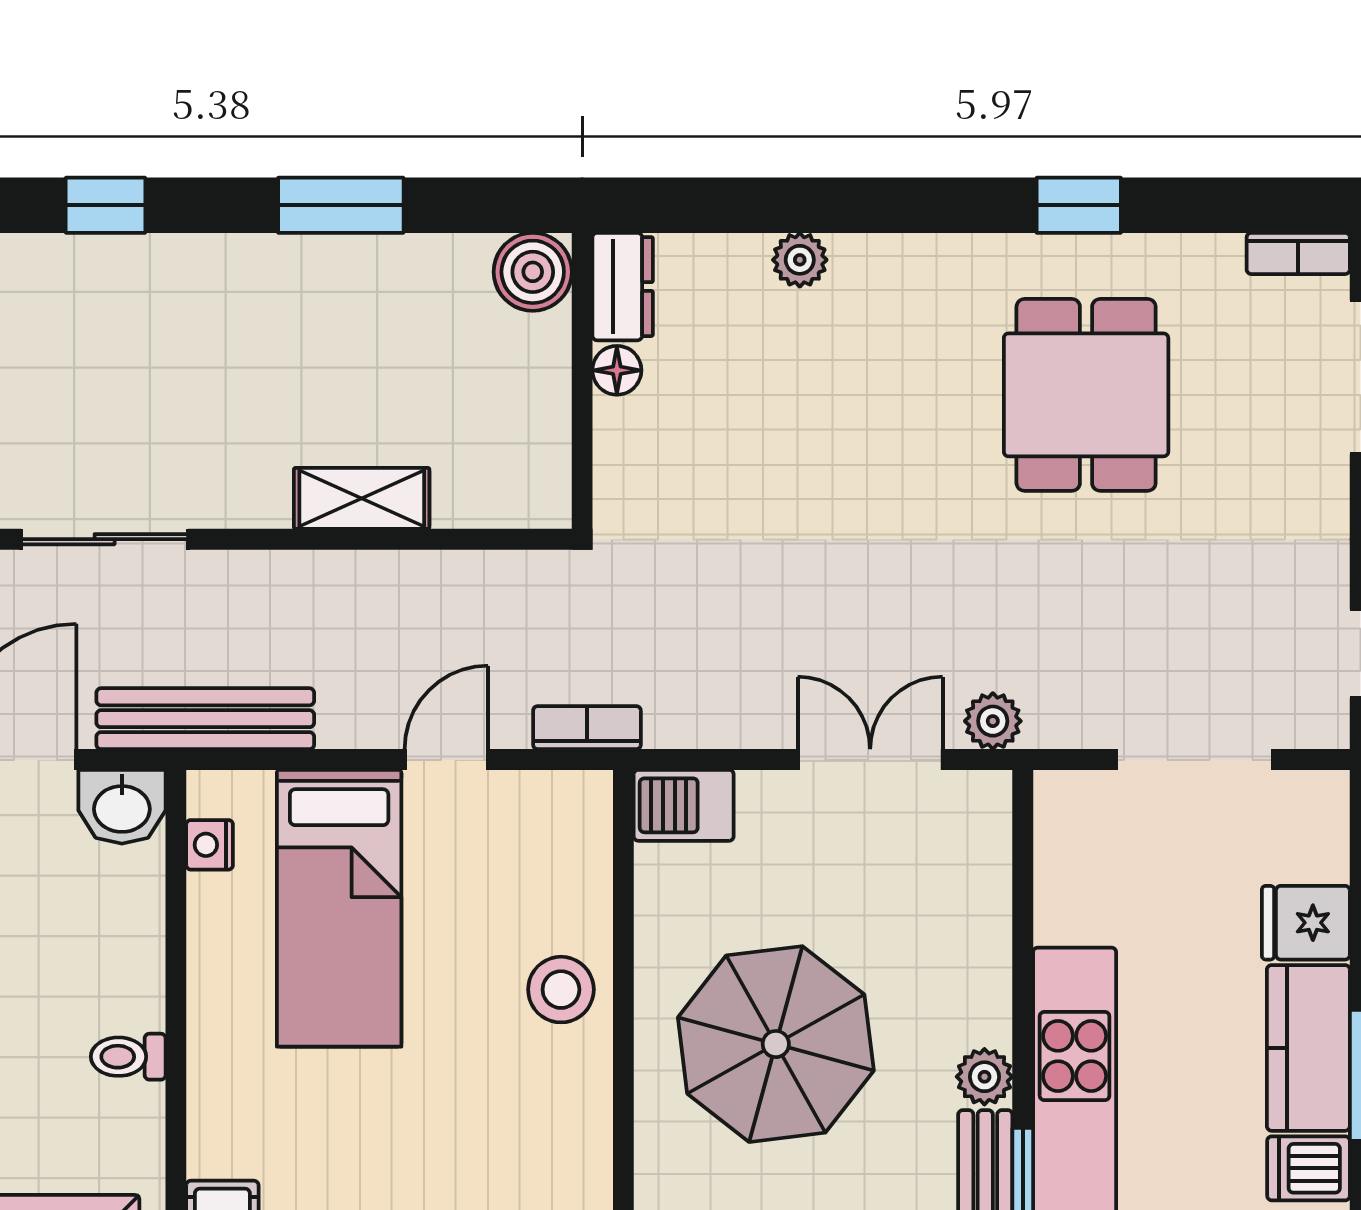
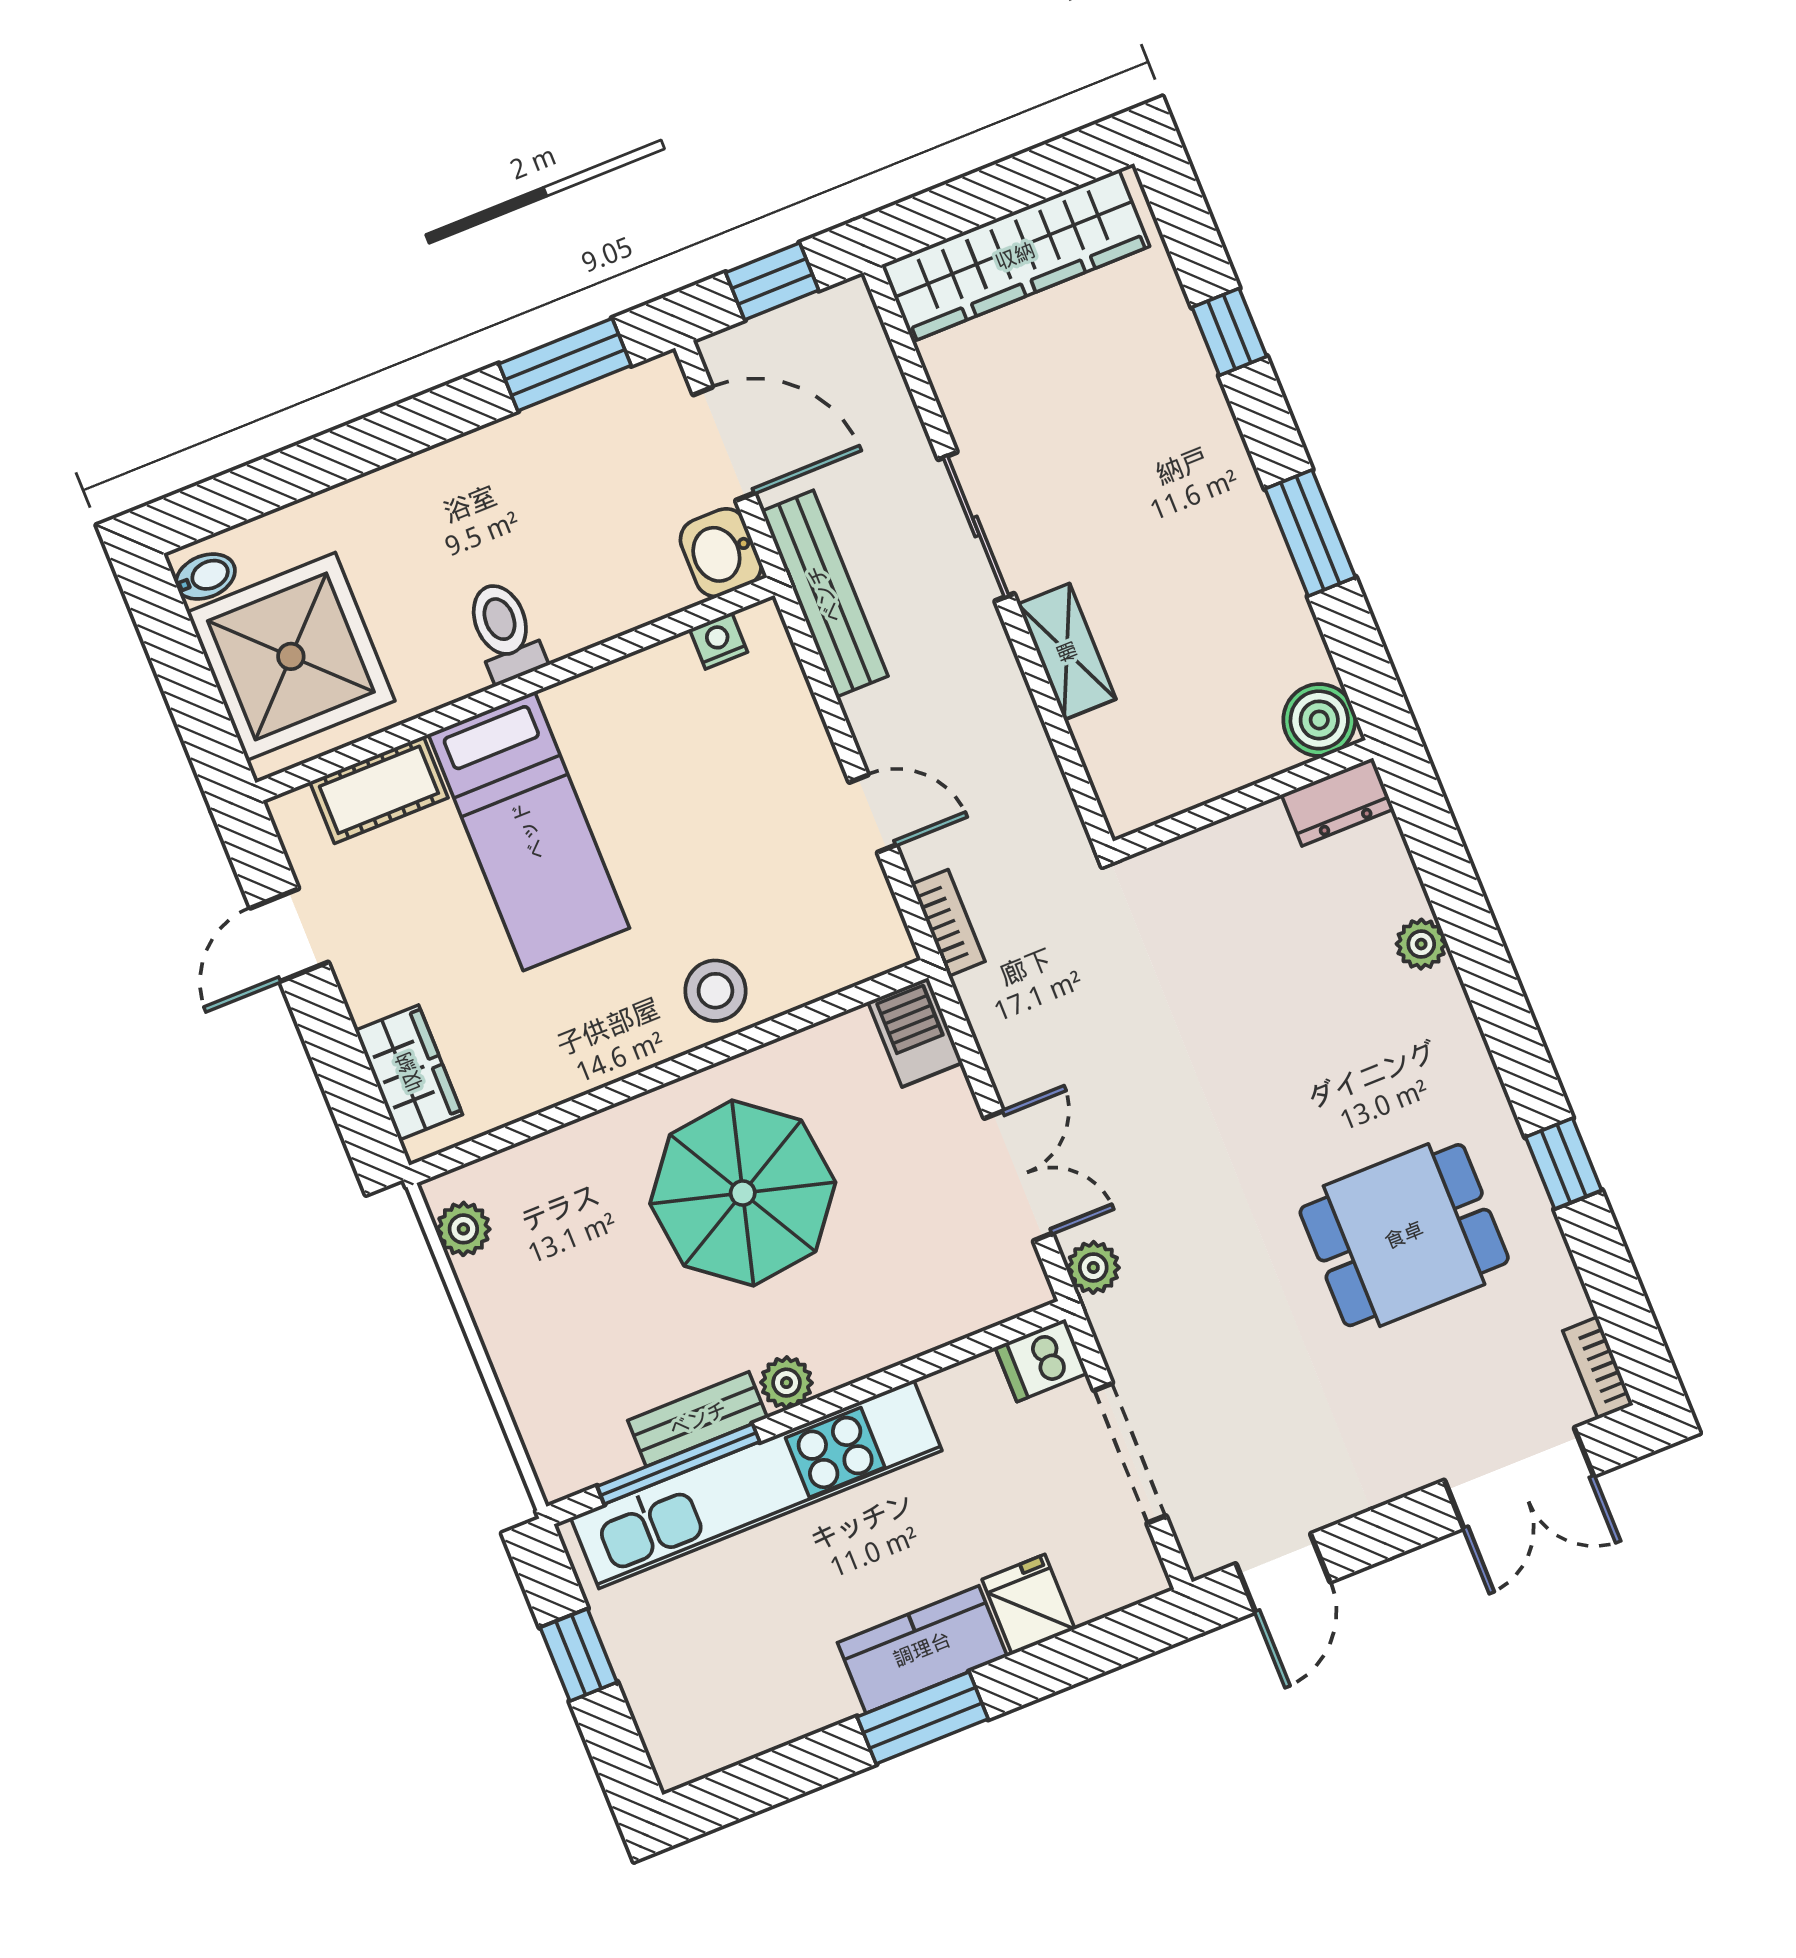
floor lamp: (617, 370) -> (1264, 826), removed
sliding door: (105, 539) -> (976, 527), moved
bed: (339, 908) -> (529, 831), moved, turned -90
toilet: (128, 1057) -> (504, 632), width x1.37, depth x1.39
dishwasher: (1308, 1168) -> (1041, 1360), moved, turned -90

